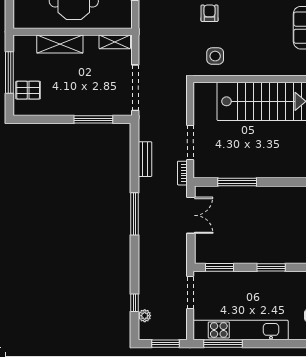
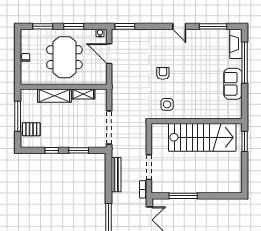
shelving: (115, 42) -> (83, 94), moved
window: (56, 119) -> (52, 150), added
window: (93, 119) -> (79, 150), width x0.69
bench: (145, 159) -> (116, 175), width x1.36

